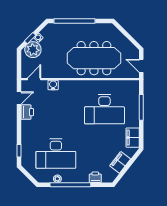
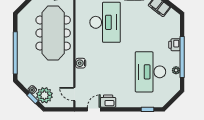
water cooler: (53, 85) -> (81, 63), moved
door: (19, 98) -> (94, 109), hinge flipped
desk: (56, 154) -> (150, 72), turned 180
printer: (95, 177) -> (174, 45), moved

